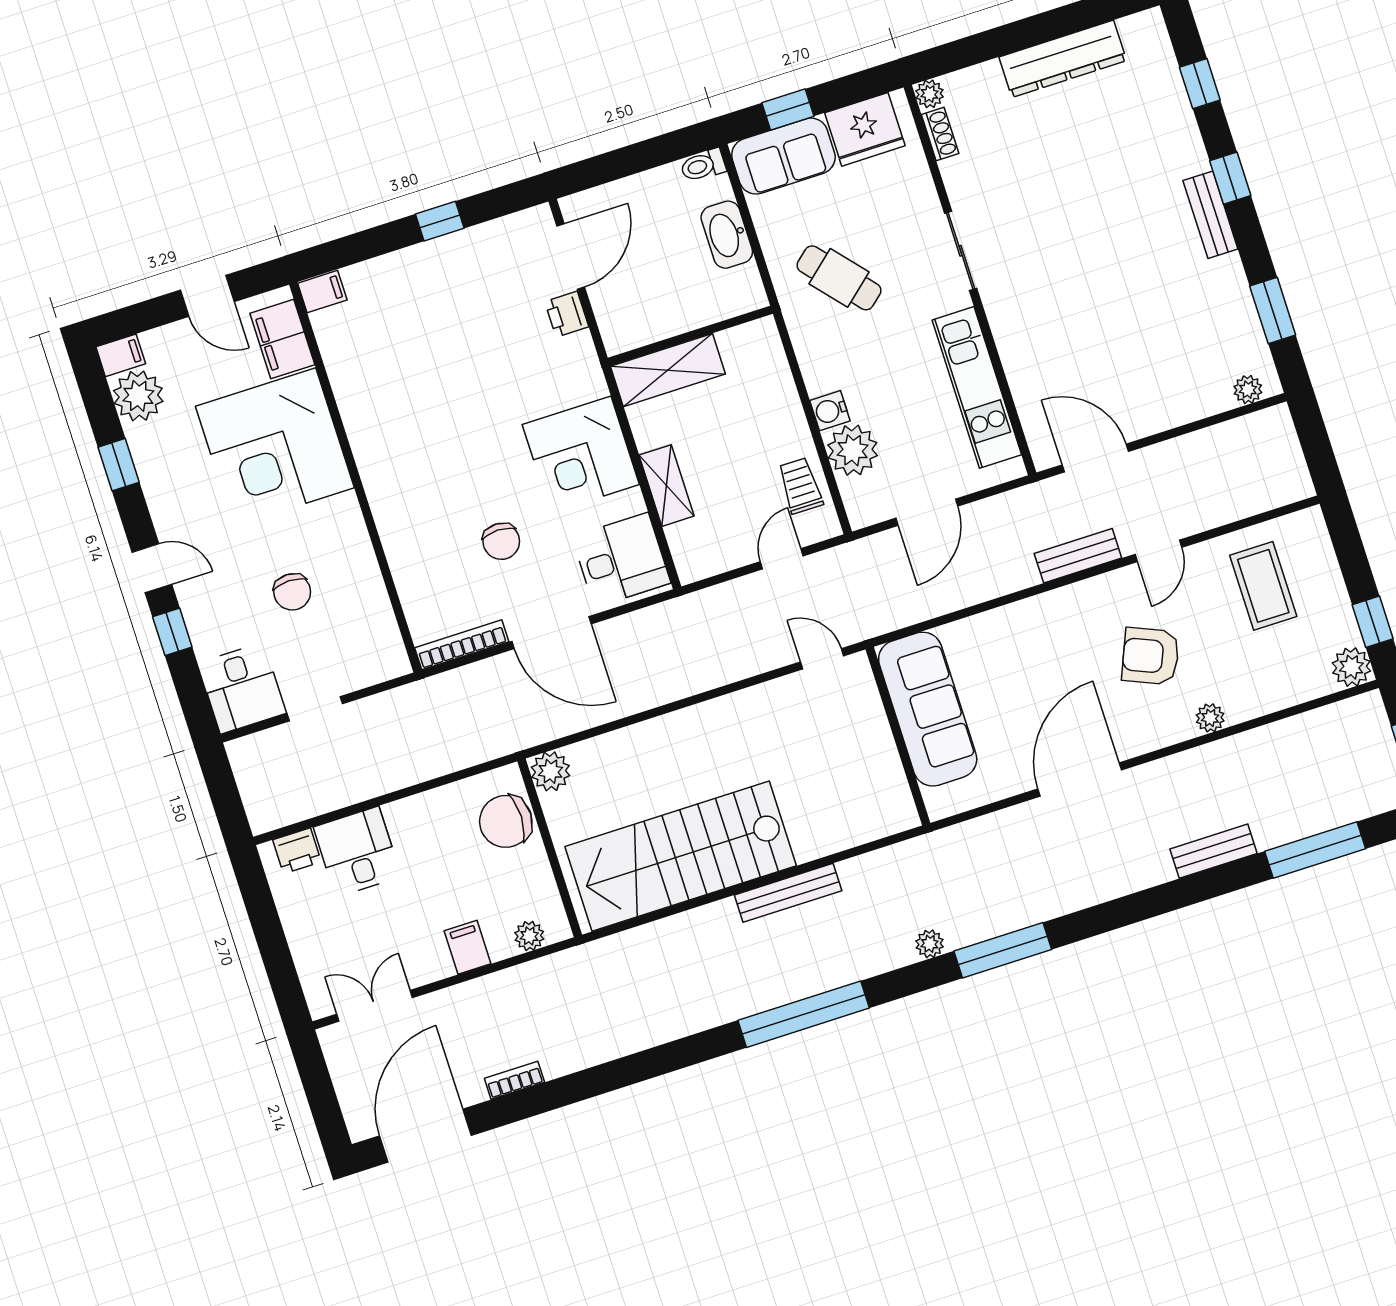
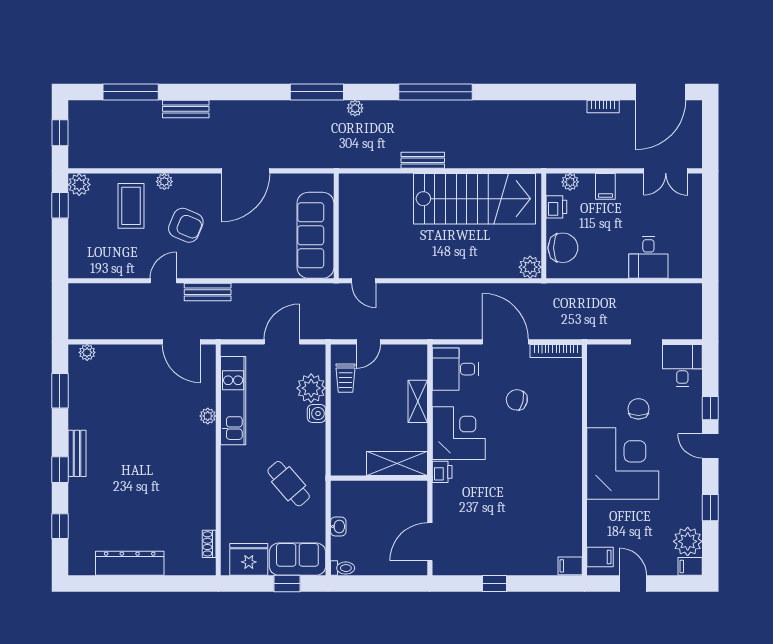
plant: (930, 94) -> (208, 416), moved
washbasin: (727, 235) -> (338, 527), width x0.52, depth x0.69
sliding door: (961, 251) -> (218, 477), removed
printer: (567, 314) -> (442, 472), moved
filing cabinet: (282, 339) -> (600, 557), width x0.50
corner desk: (275, 447) -> (623, 464), moved
chair: (501, 541) -> (517, 400), turned -77
coffee table: (1263, 586) -> (131, 206), moved
printer: (297, 851) -> (556, 207), moved, turned 90
bench: (788, 893) -> (423, 160), width x0.73

